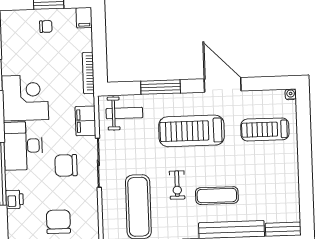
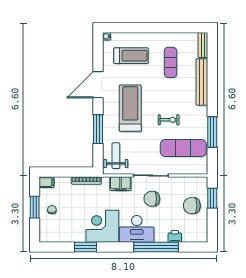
treadmill: (265, 129) -> (131, 56), turned -90
treadmill: (192, 131) -> (130, 108), turned 180
chair: (66, 165) -> (152, 199), turned 90
exercise mat: (217, 196) -> (171, 62), moved

